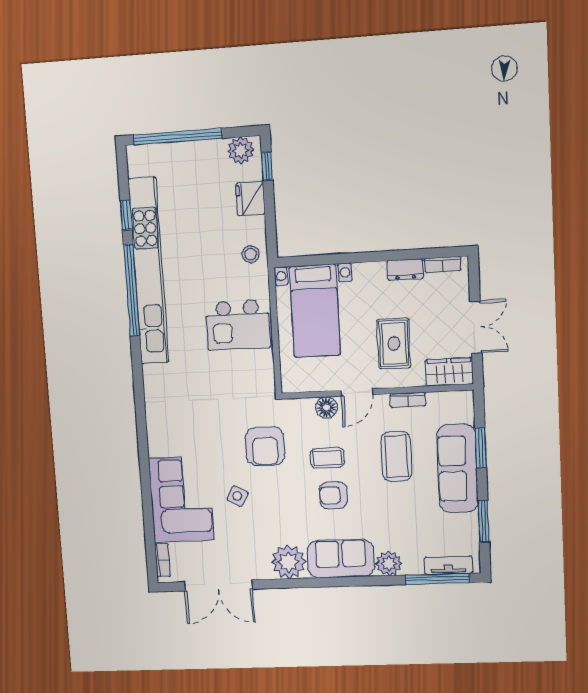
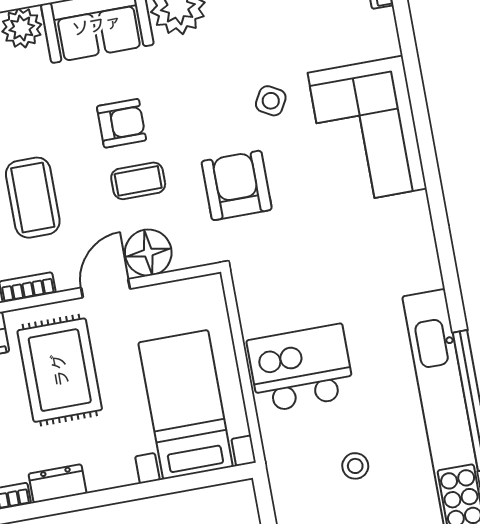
stool: (251, 254) -> (355, 466), moved
rug: (394, 344) -> (60, 370), width x1.36, depth x1.43
floor lamp: (326, 408) -> (148, 253), width x1.38, depth x1.38
corner sofa: (181, 499) -> (367, 131), moved

